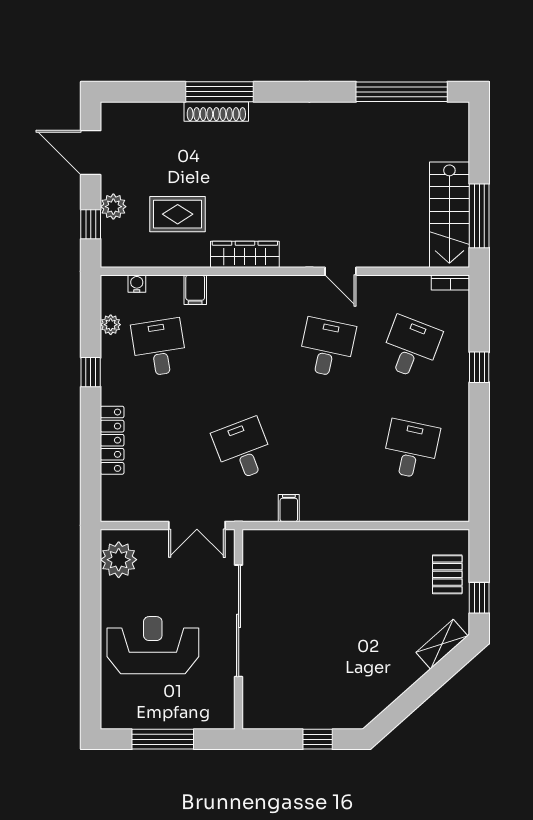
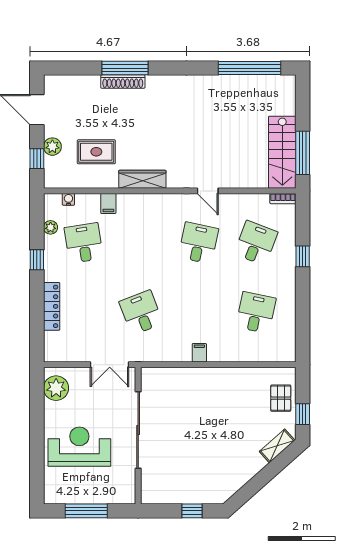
filing cabinet: (289, 508) -> (199, 353), moved

